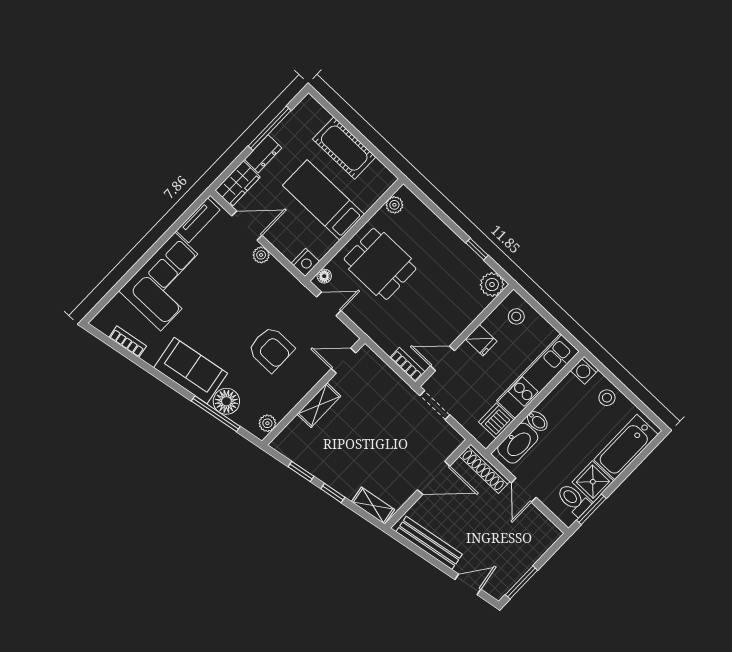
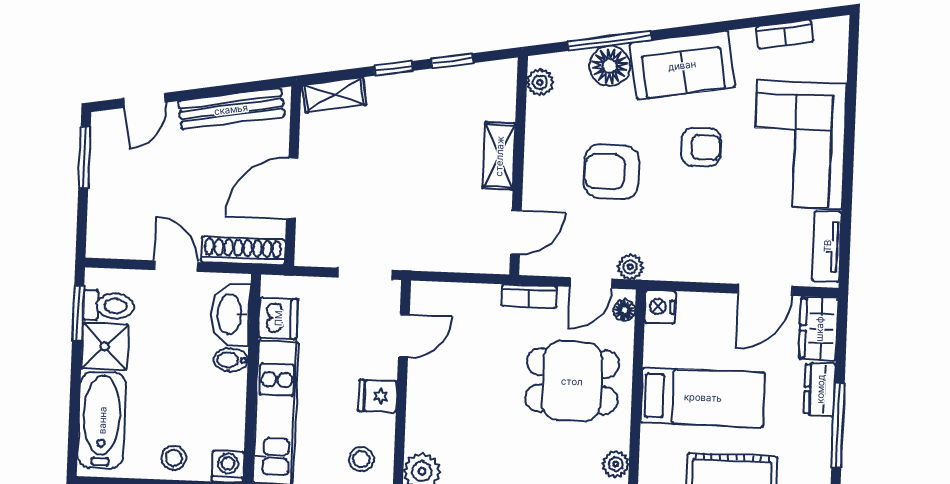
plant: (261, 255) -> (630, 267), moved
armchair: (217, 323) -> (701, 147), added
bookcase: (407, 365) -> (529, 296), moved

